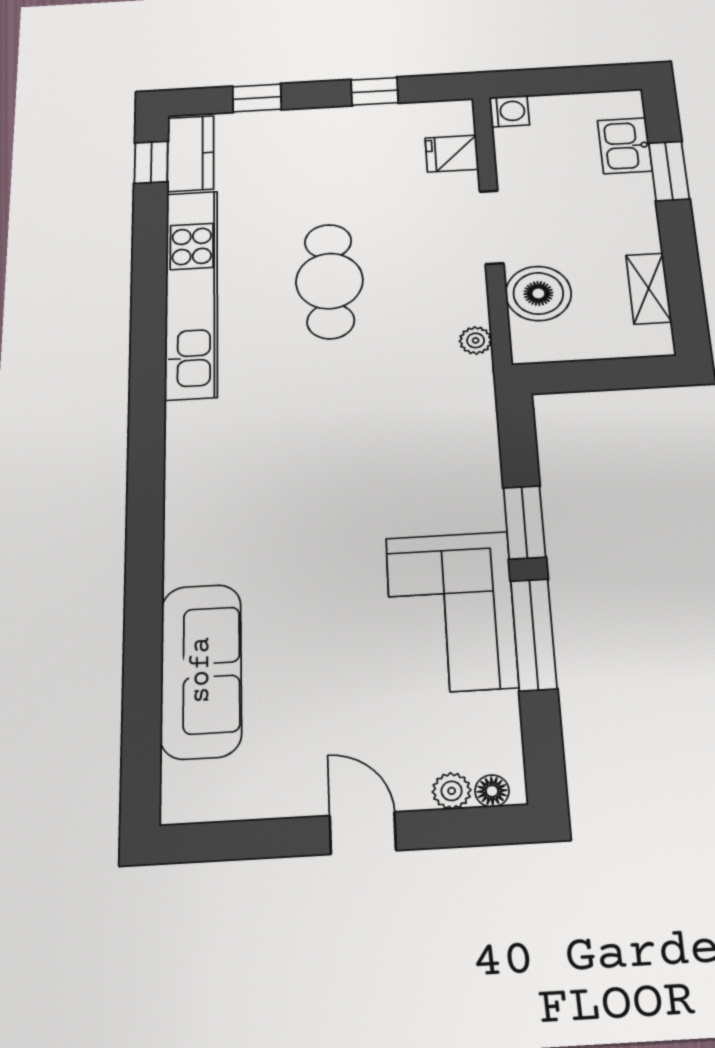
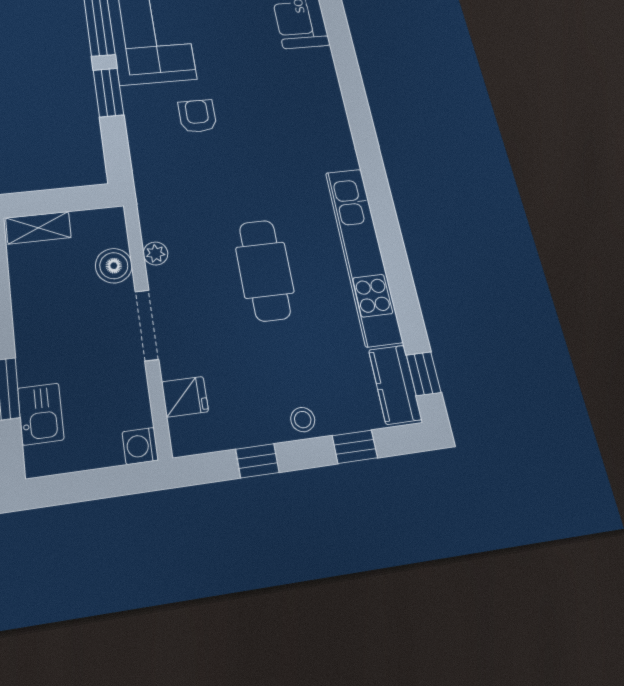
stool: (313, 126) -> (303, 420), added
shelving: (649, 289) -> (38, 228), moved, turned 90
boiler: (538, 293) -> (114, 266), width x0.73, depth x0.73
plant: (476, 340) -> (156, 253), moved
armchair: (393, 483) -> (197, 116), added

